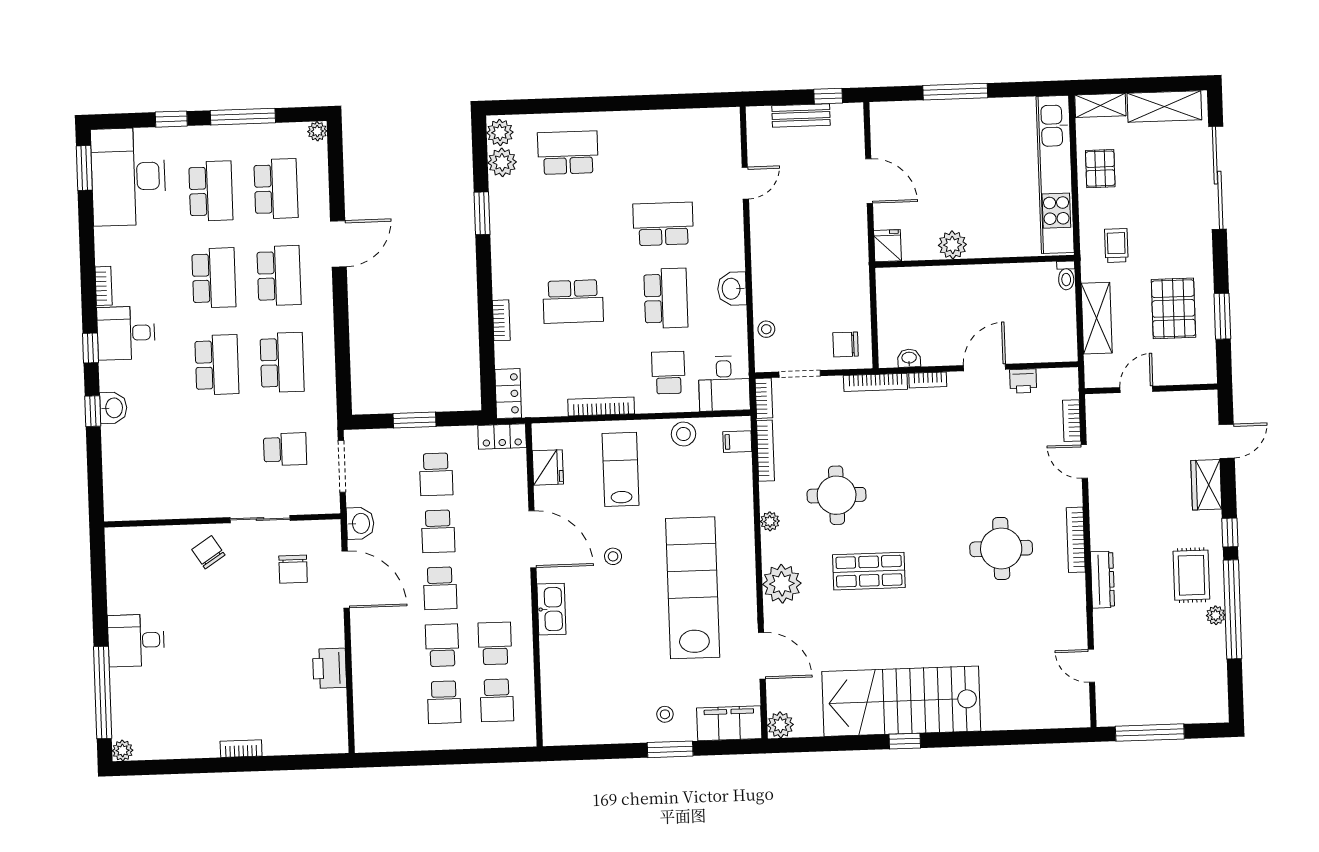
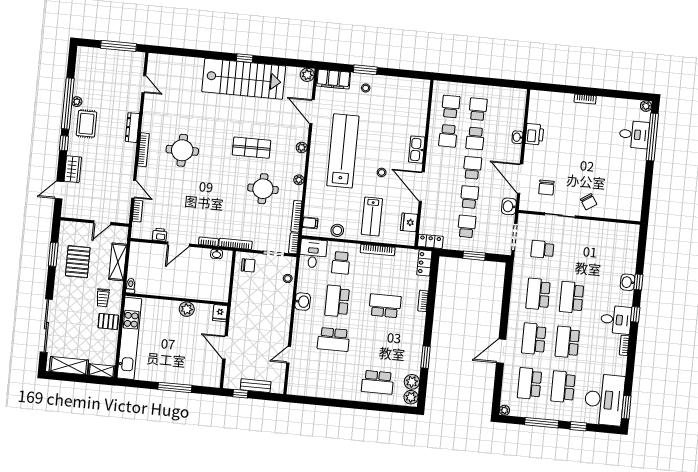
pallet: (1100, 169) -> (108, 321), moved, turned 90
chair: (293, 569) -> (546, 187), turned 180
plant: (782, 584) -> (302, 147), width x0.53, depth x0.53
lab bench: (693, 588) -> (343, 151), turned 180
desk: (136, 640) -> (634, 134), moved
washbasin: (361, 658) -> (517, 137), added

